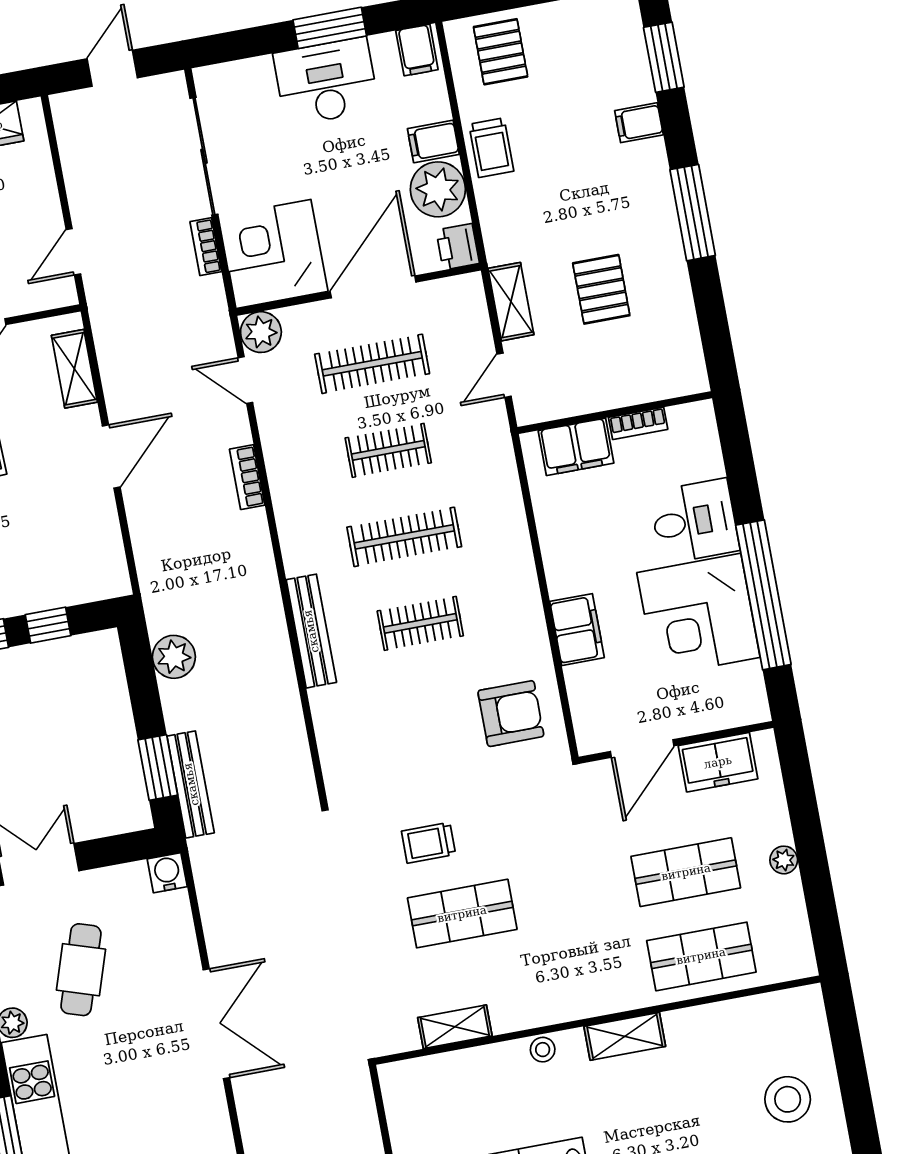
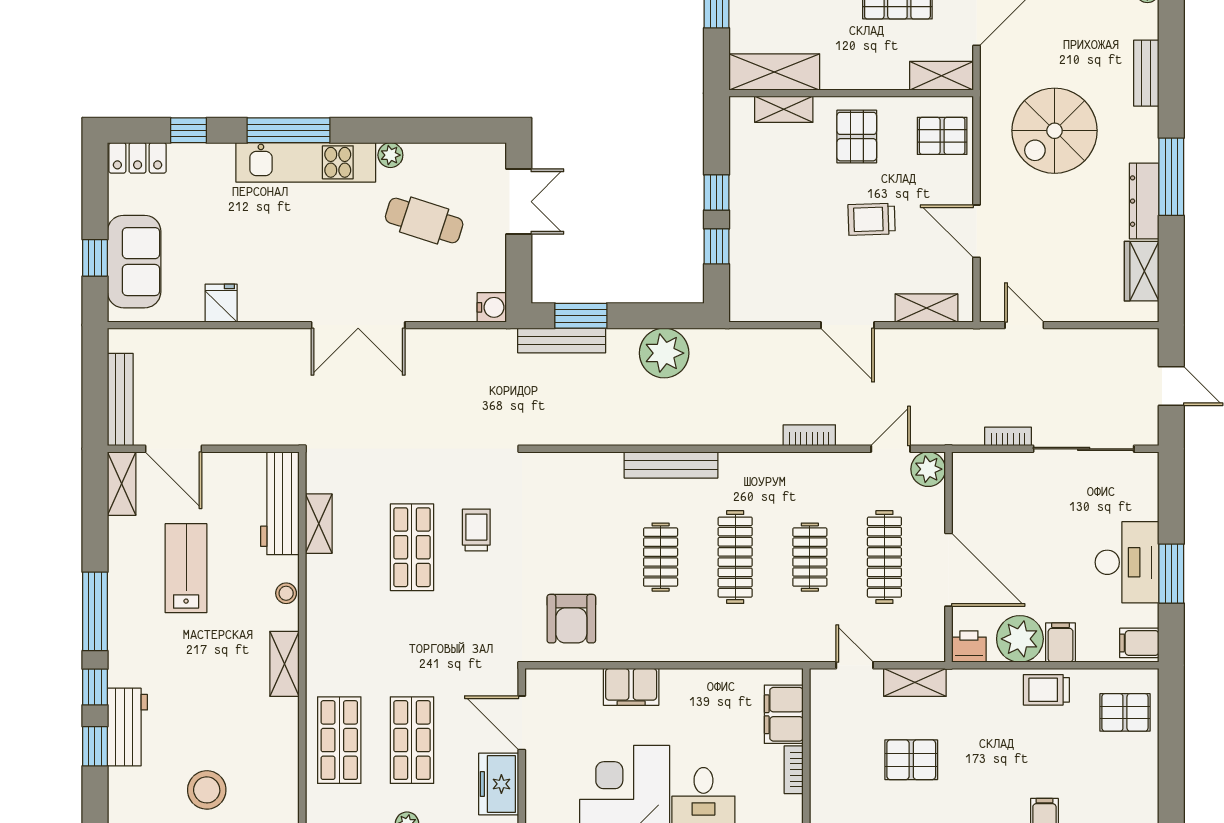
corner desk: (273, 254) -> (991, 492), removed
plant: (174, 657) -> (664, 353), width x1.36, depth x1.36
workbench: (440, 1076) -> (280, 504), added

